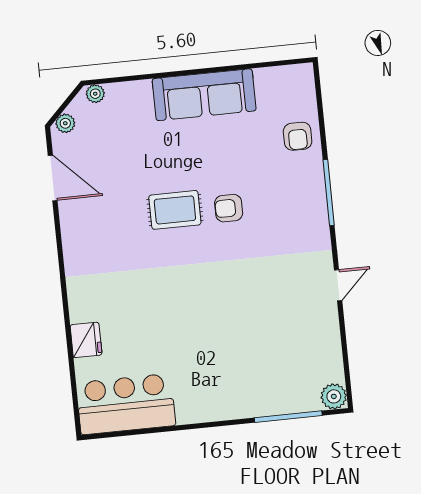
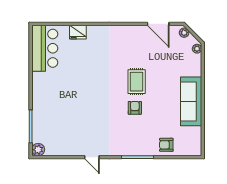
door: (53, 178) -> (158, 24), hinge flipped

